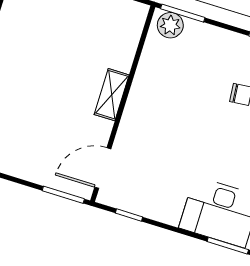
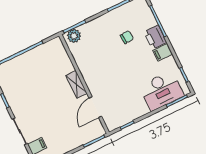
door: (103, 168) -> (95, 107), moved

